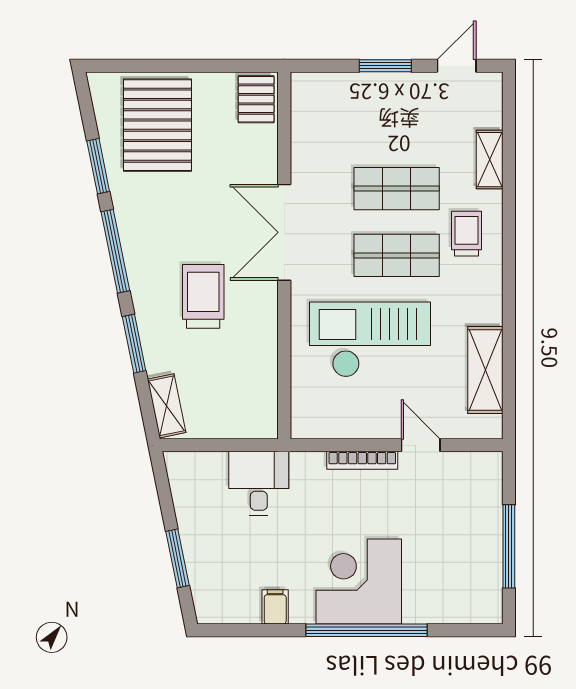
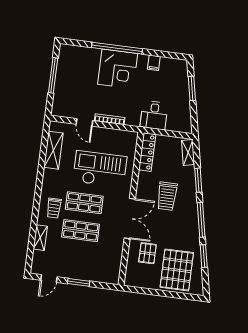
pallet: (256, 99) -> (147, 253), moved
checkout: (370, 340) -> (100, 169), turned 180
locker: (263, 394) -> (147, 152), added

